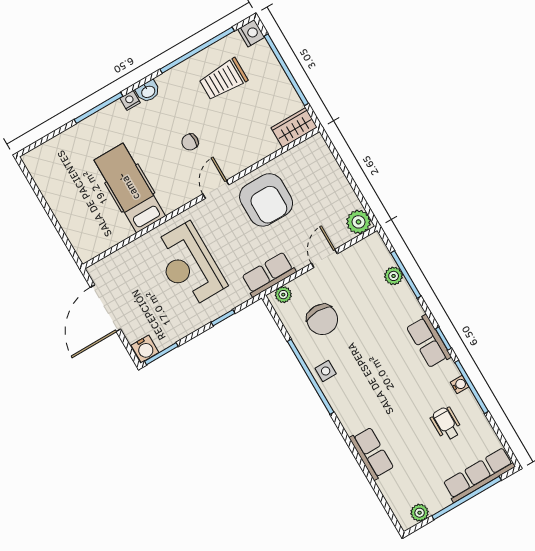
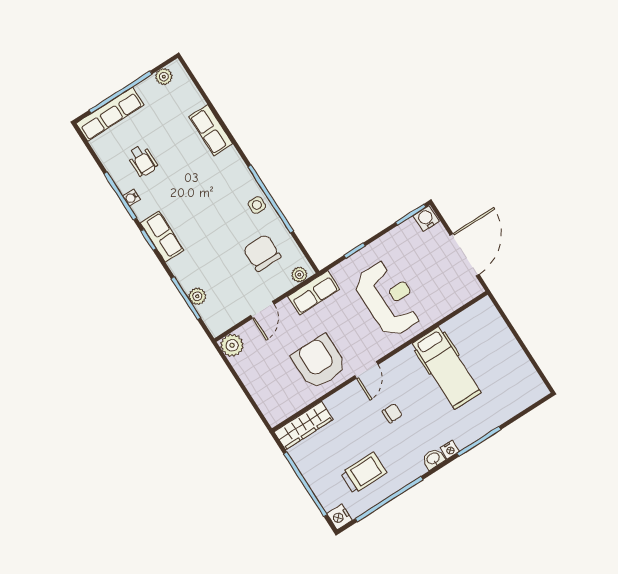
wardrobe: (294, 128) -> (304, 426), width x1.50

